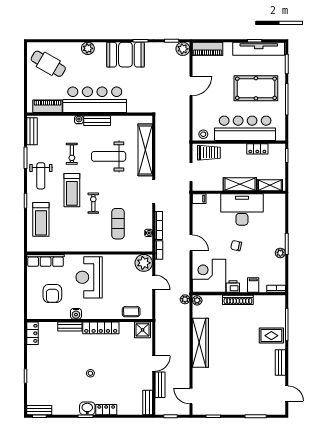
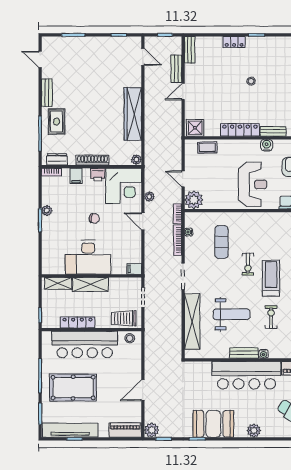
locker: (257, 149) -> (78, 322), width x1.53
plant: (185, 299) -> (149, 197), moved
dresser: (271, 300) -> (57, 159), added
rug: (271, 336) -> (56, 122), turned 90
washbasin: (87, 408) -> (254, 43), removed

